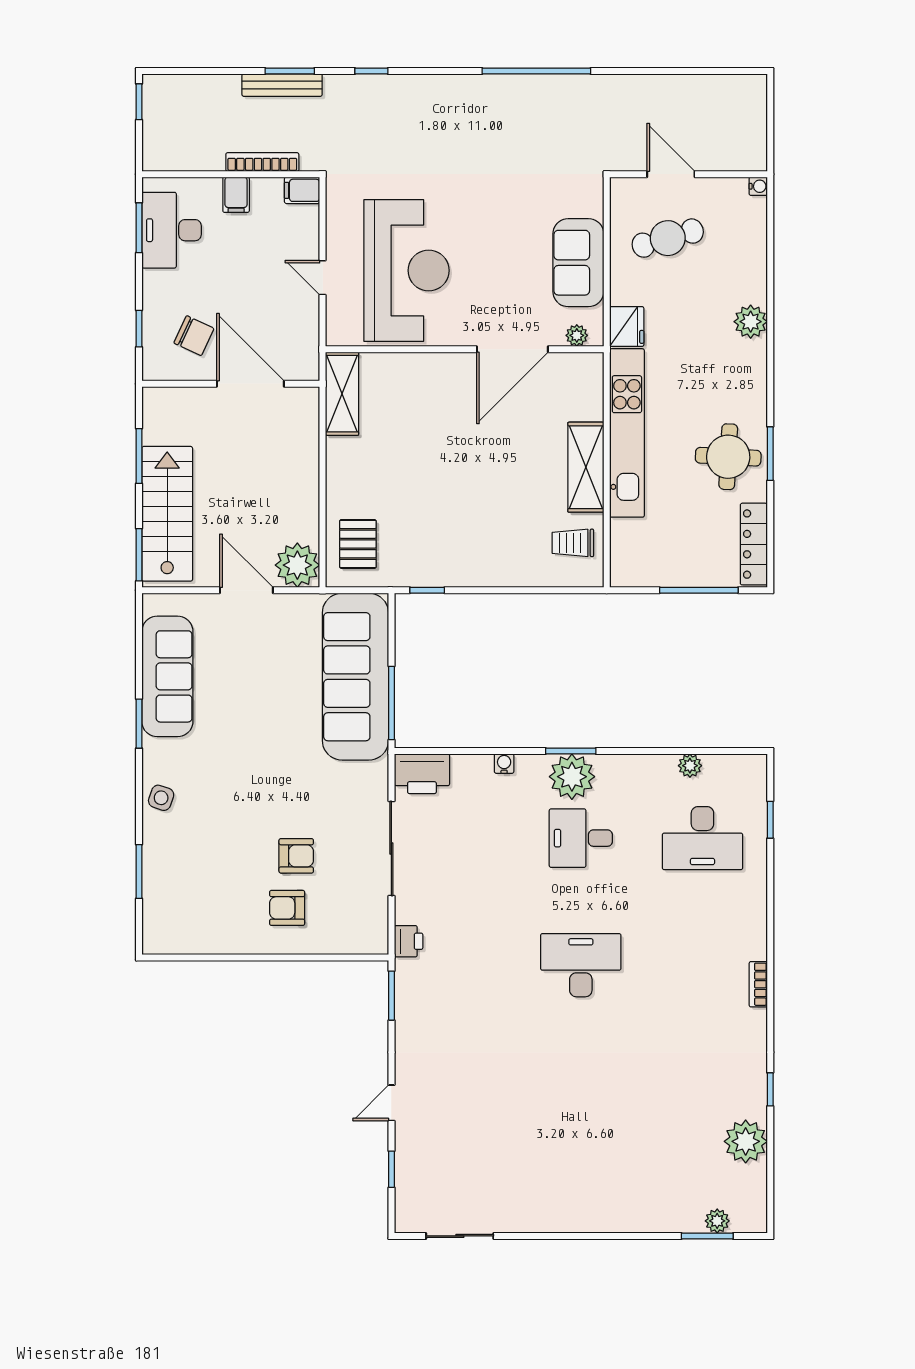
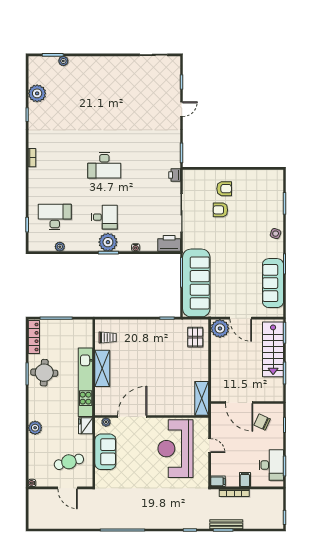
plant: (717, 1221) -> (63, 61), moved

